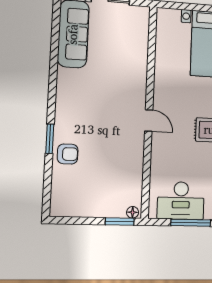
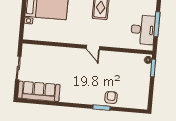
door: (149, 120) -> (93, 48), swing flipped

